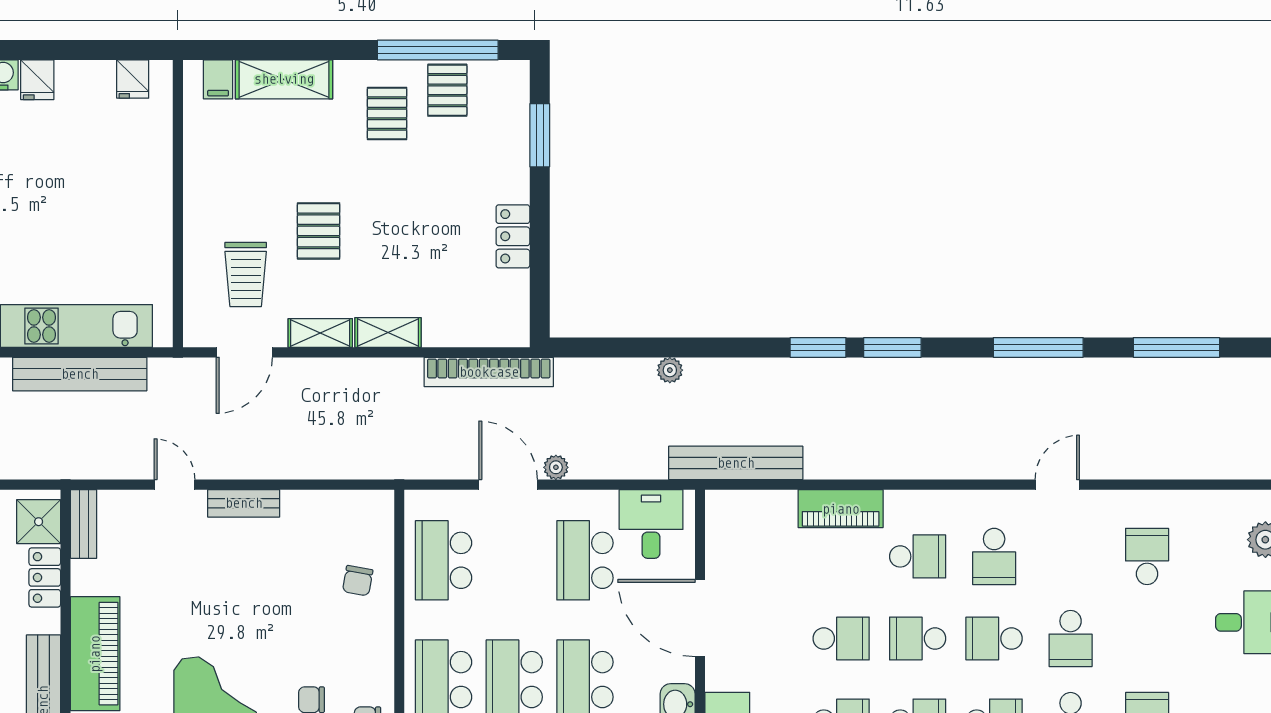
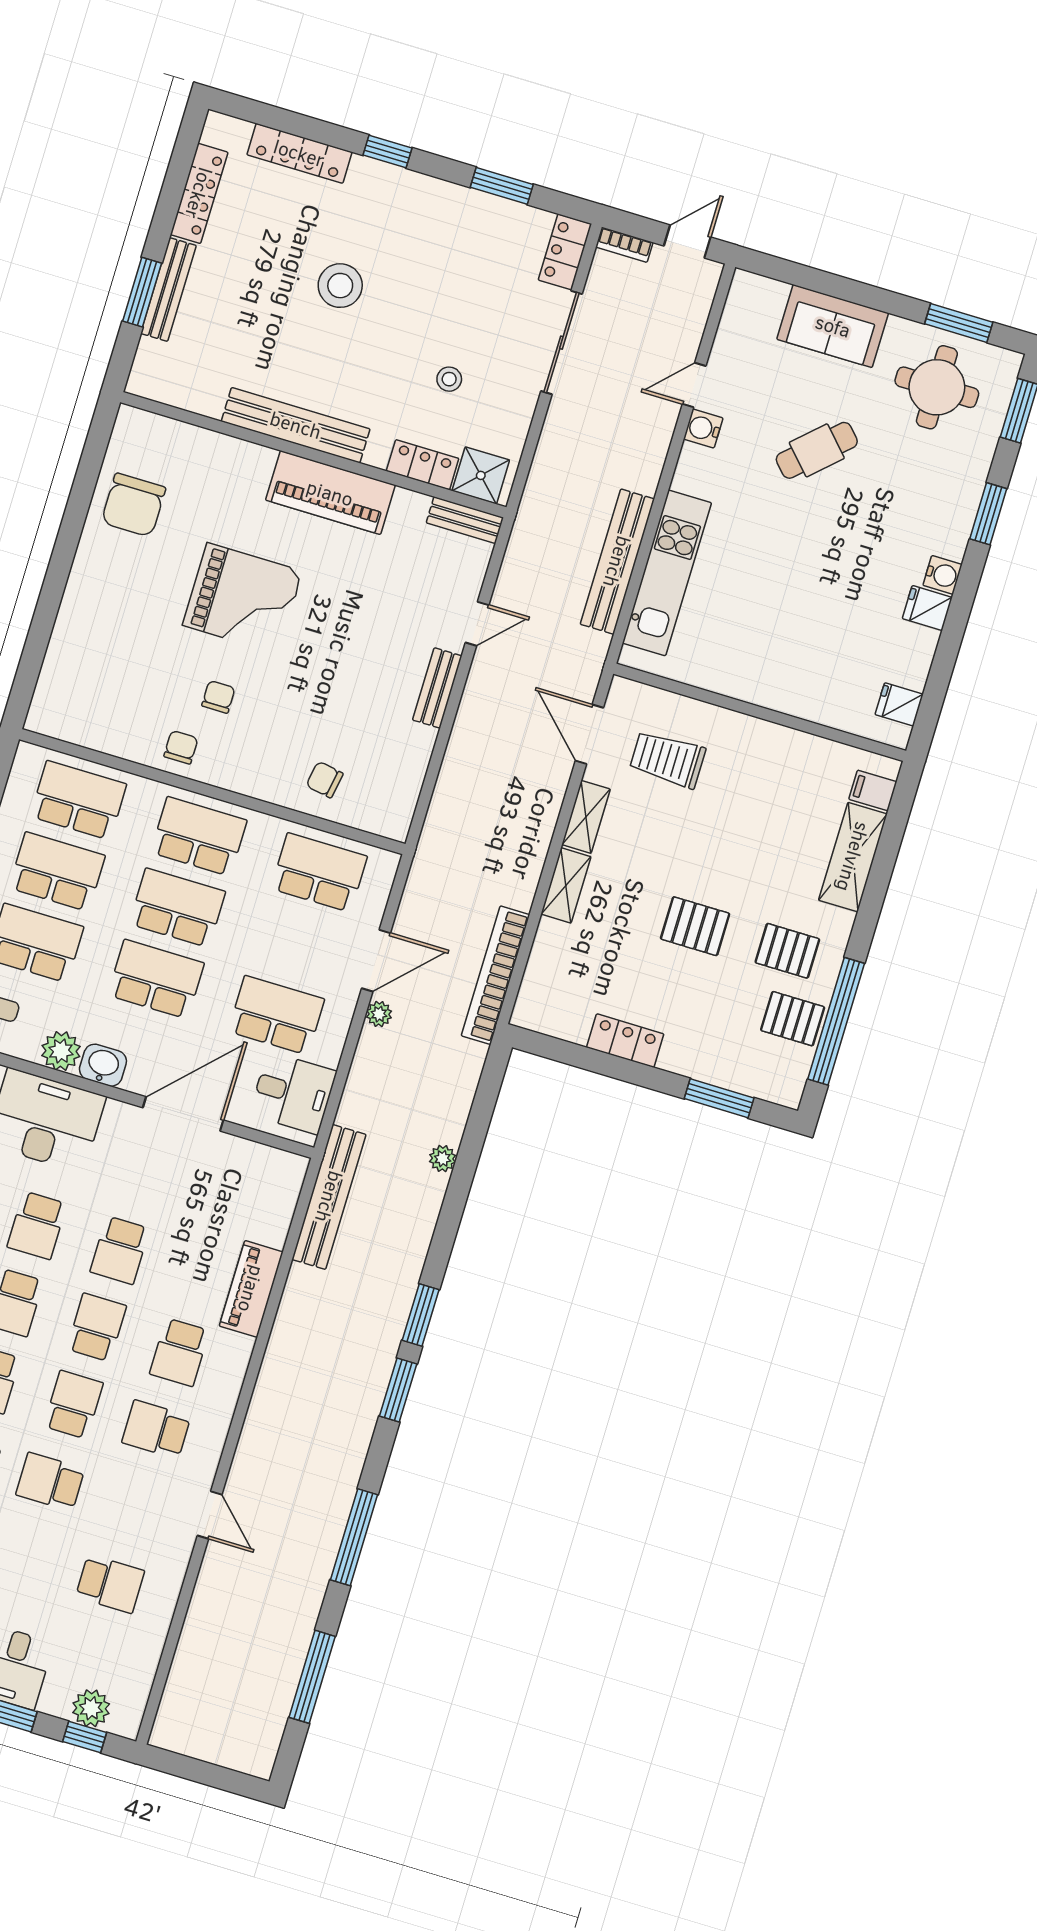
pallet: (319, 231) -> (695, 926), moved

